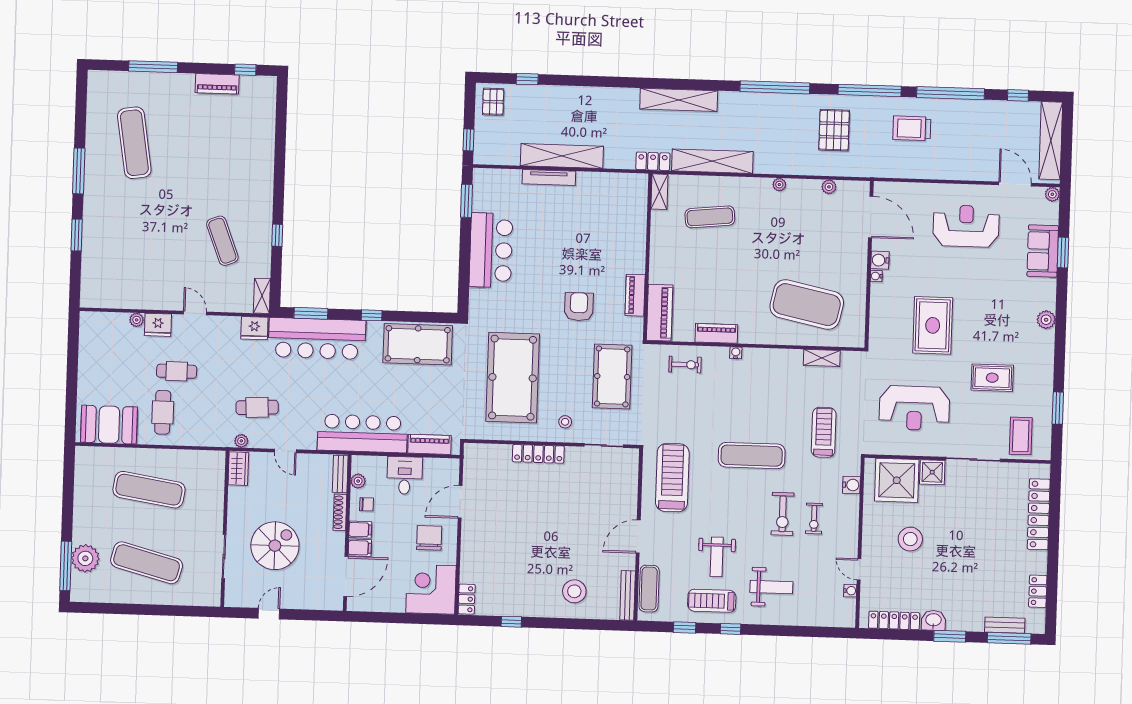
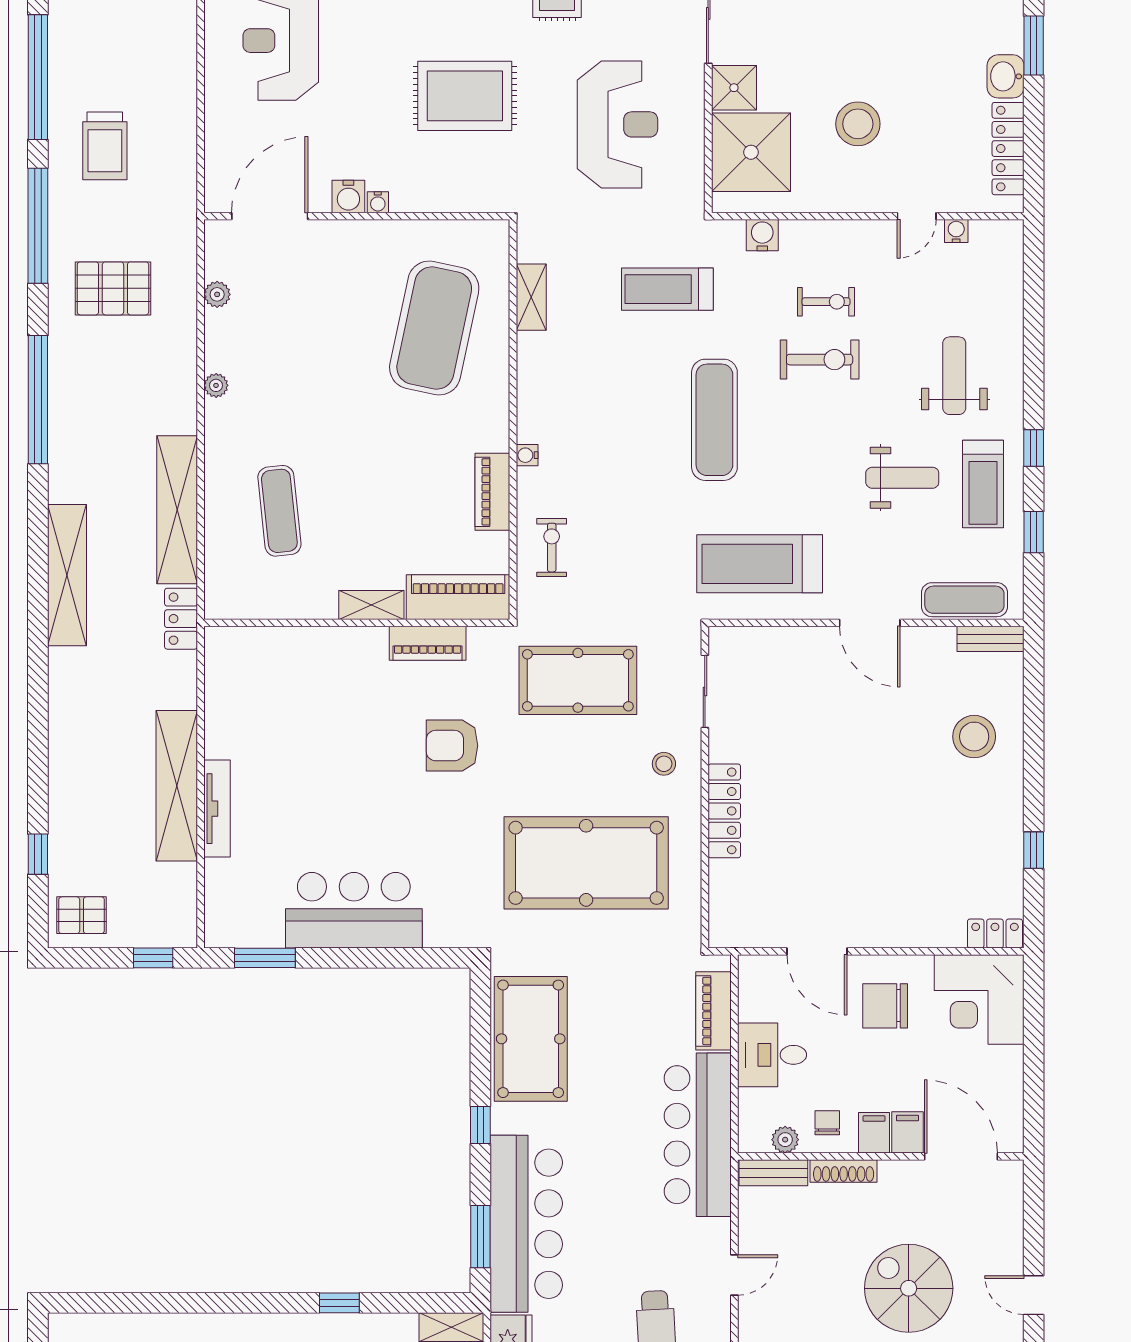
shelving: (659, 192) -> (371, 605), moved
bench: (628, 595) -> (991, 639), width x0.73

